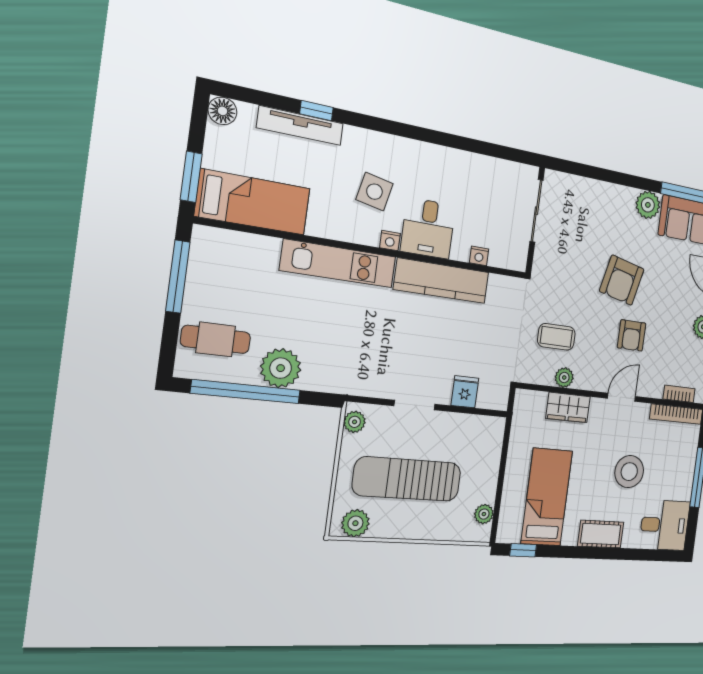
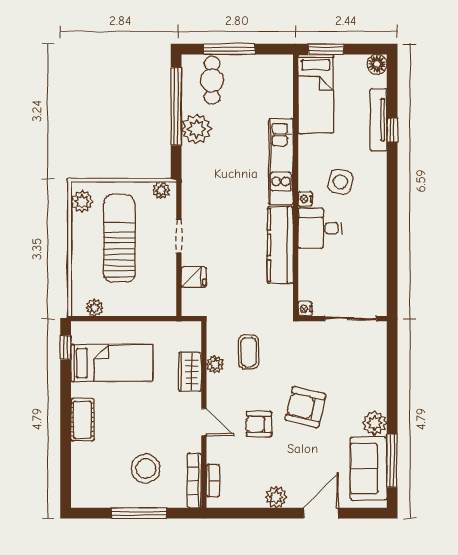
nightstand: (479, 256) -> (305, 309), moved
window: (178, 277) -> (229, 49), moved
stool: (629, 472) -> (146, 469), moved
desk: (665, 525) -> (93, 484), removed

